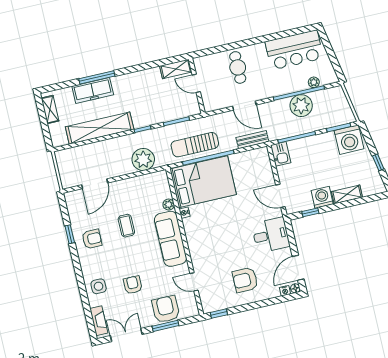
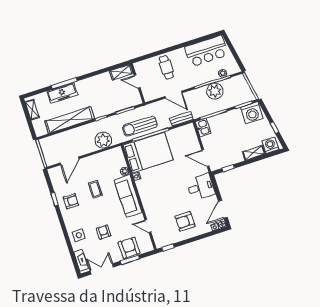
washing machine: (322, 197) -> (270, 145), moved

